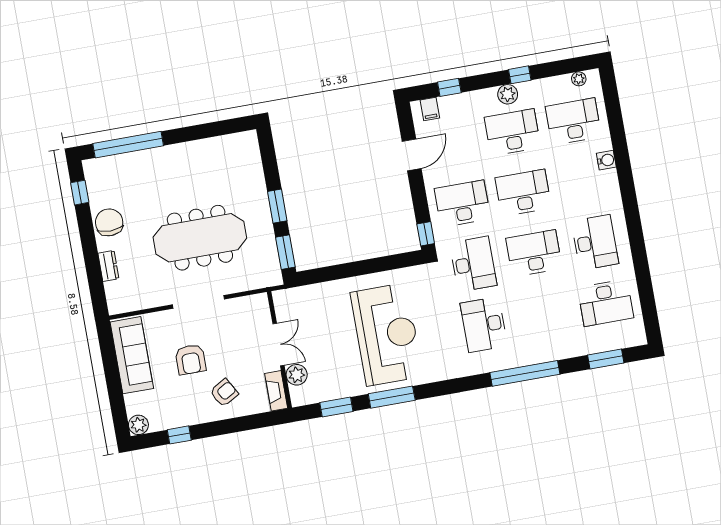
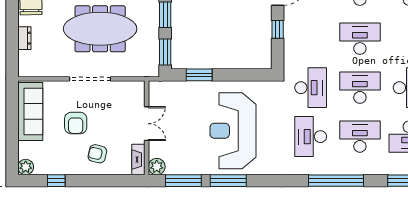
desk: (462, 204) -> (360, 137), moved
window: (426, 234) -> (278, 29), moved
window: (333, 273) -> (199, 75), added
reception desk: (387, 334) -> (233, 131), turned 180
plant: (297, 375) -> (157, 167), moved
armchair: (224, 393) -> (97, 154), turned -137
window: (336, 407) -> (183, 181), width x1.44

